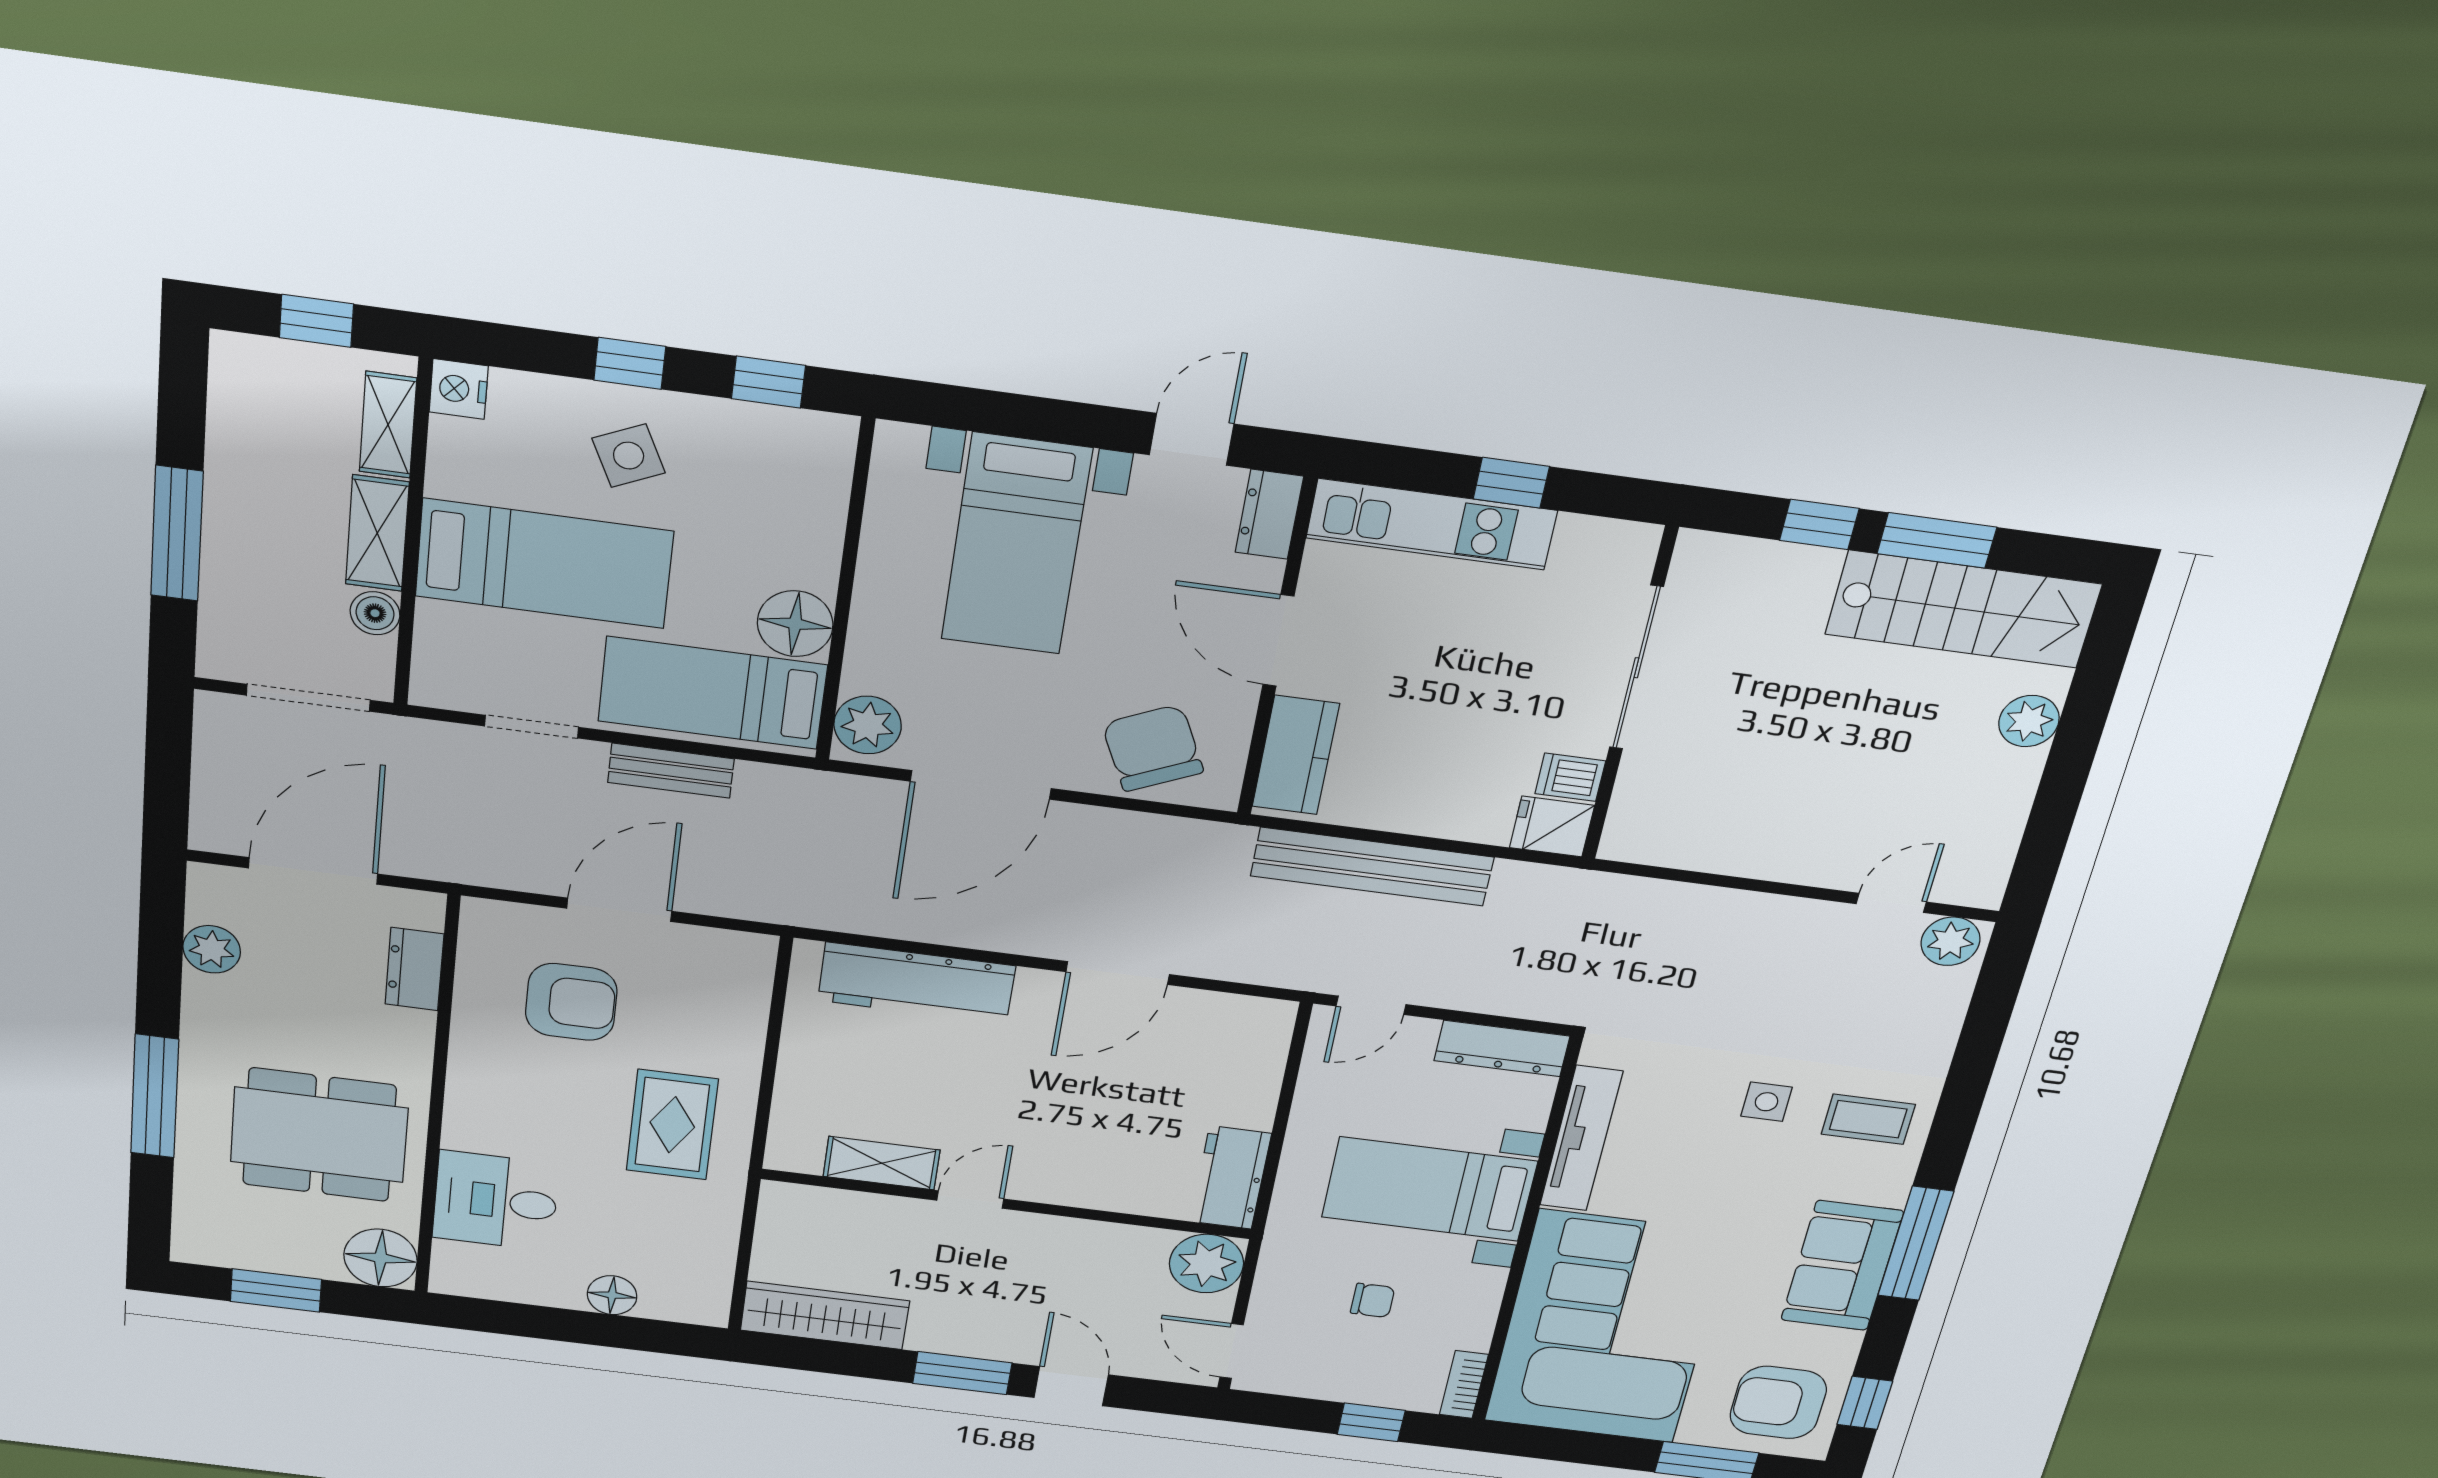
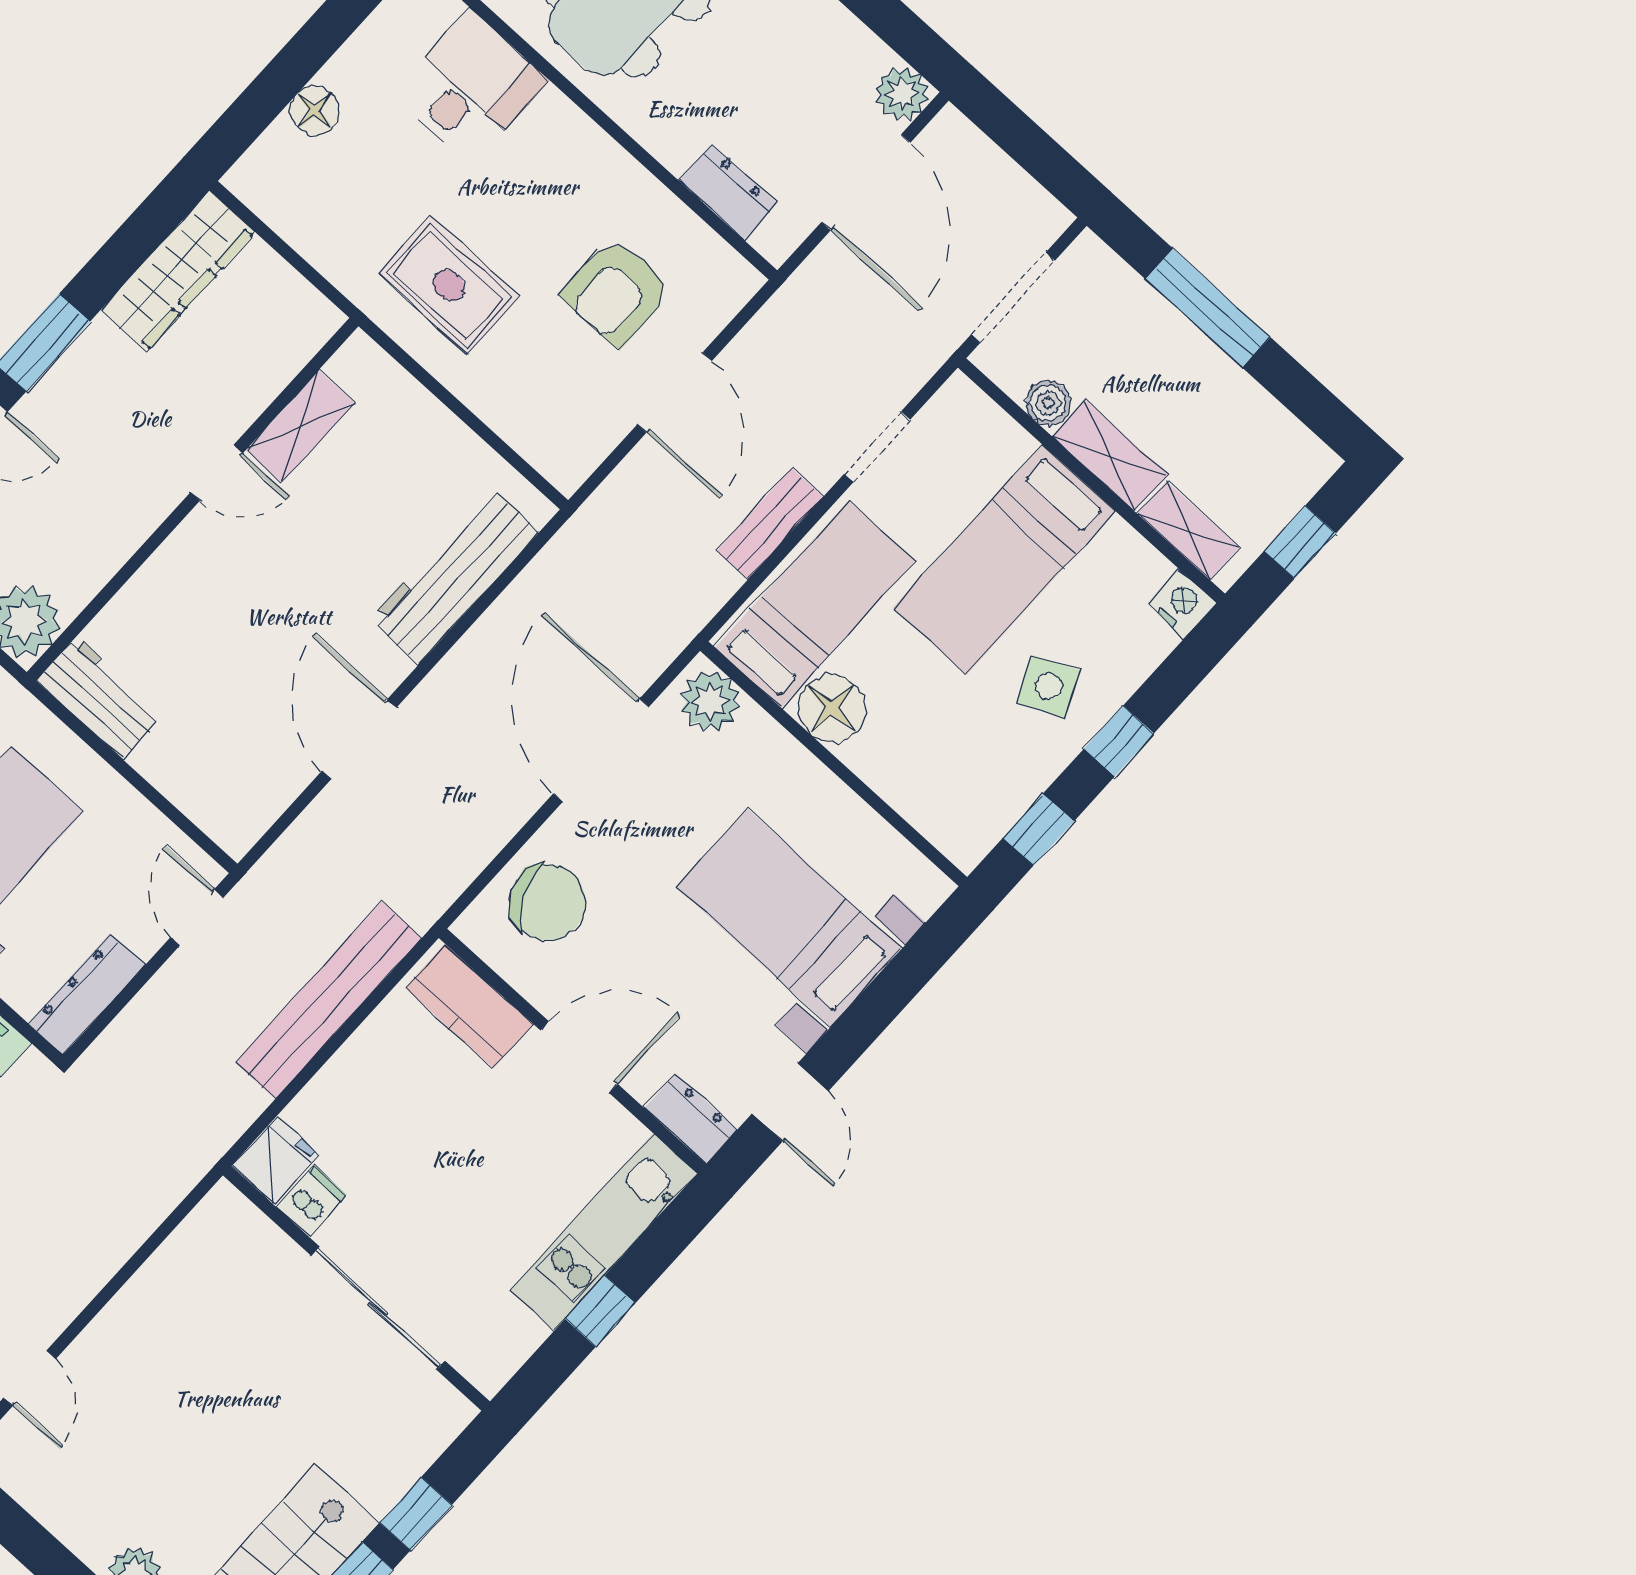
plant: (212, 949) -> (902, 94), moved
door: (970, 1200) -> (217, 473), hinge flipped

